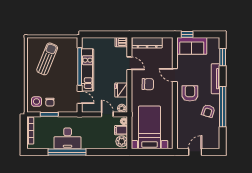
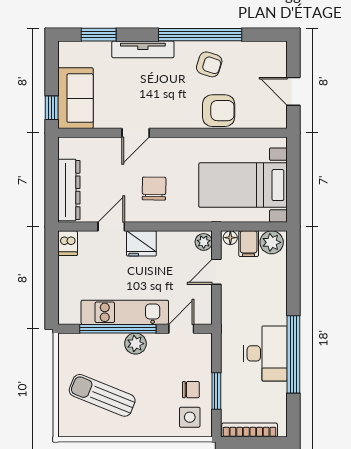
plant: (72, 75) -> (135, 344), added
fridge: (121, 90) -> (141, 243), moved
armchair: (190, 93) -> (219, 111), moved, turned 180

